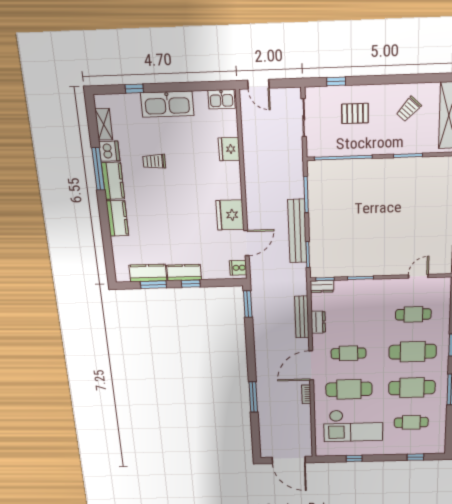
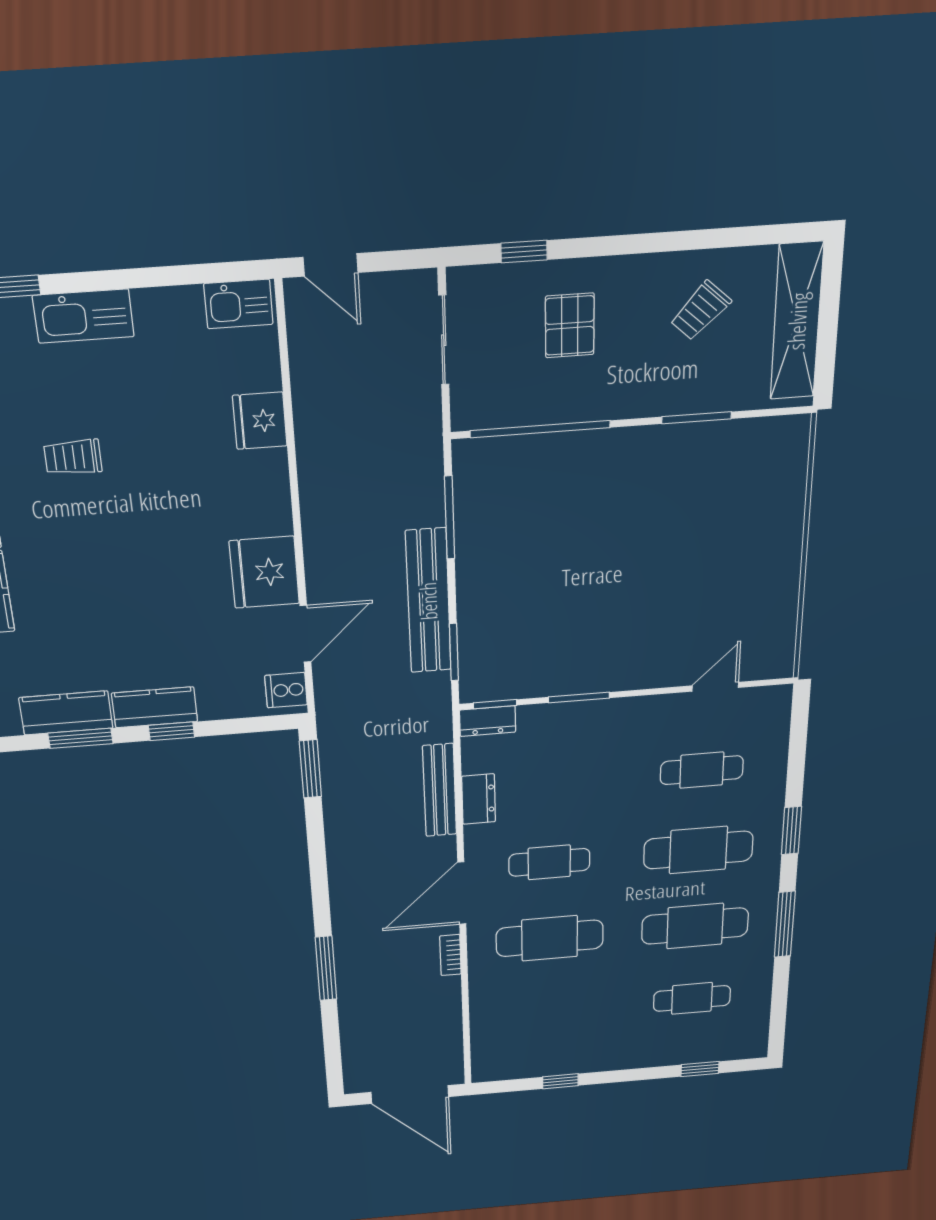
kitchen sink: (167, 104) -> (83, 316), width x0.73, depth x0.81
pallet: (355, 113) -> (570, 325), turned 90
checkout: (353, 426) -> (559, 1013), removed

